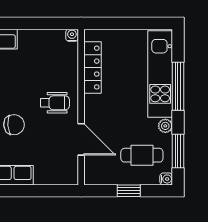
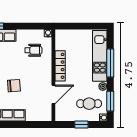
locker: (92, 68) -> (60, 66), moved
wheelchair: (55, 103) -> (33, 50), moved
door: (81, 139) -> (53, 94), hinge flipped

